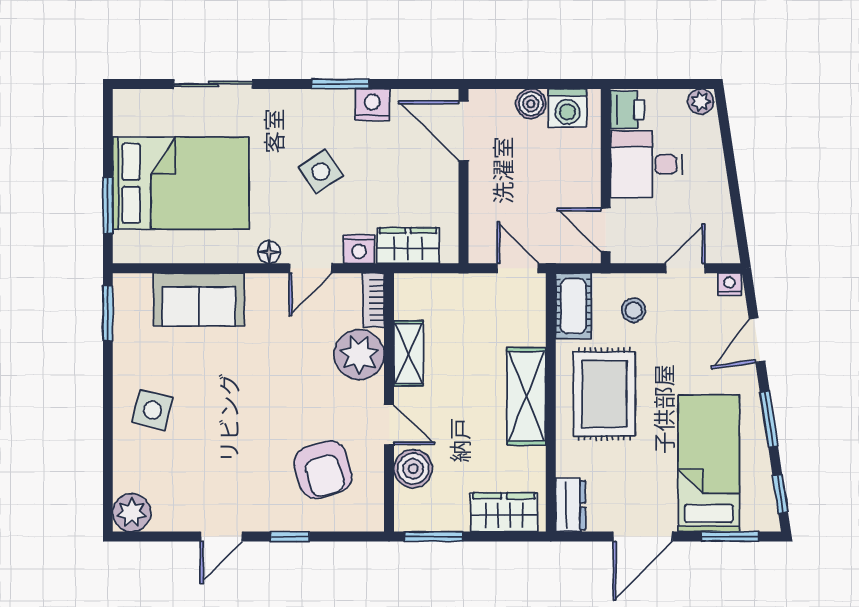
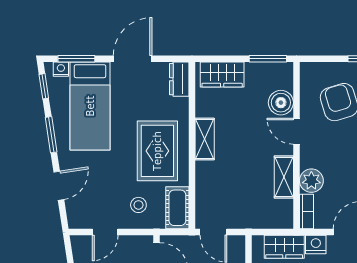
nightstand: (729, 284) -> (61, 69), moved, turned 180
plant: (359, 355) -> (311, 181), width x0.73, depth x0.73
shelving: (526, 396) -> (205, 139), width x0.67, depth x0.75

